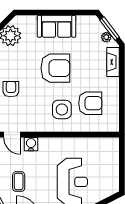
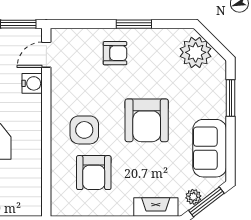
window: (41, 13) -> (230, 98), added
sofa: (57, 26) -> (210, 148), moved

